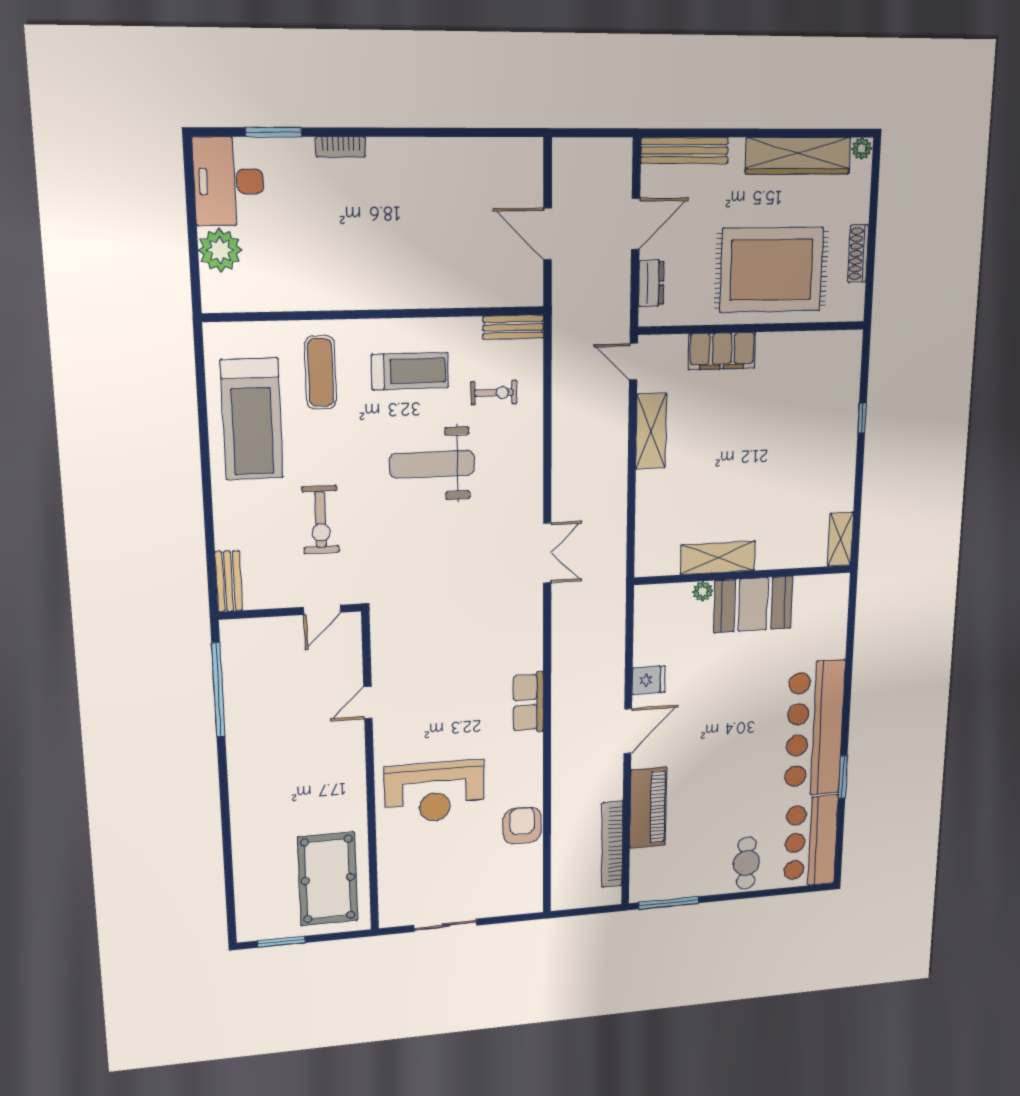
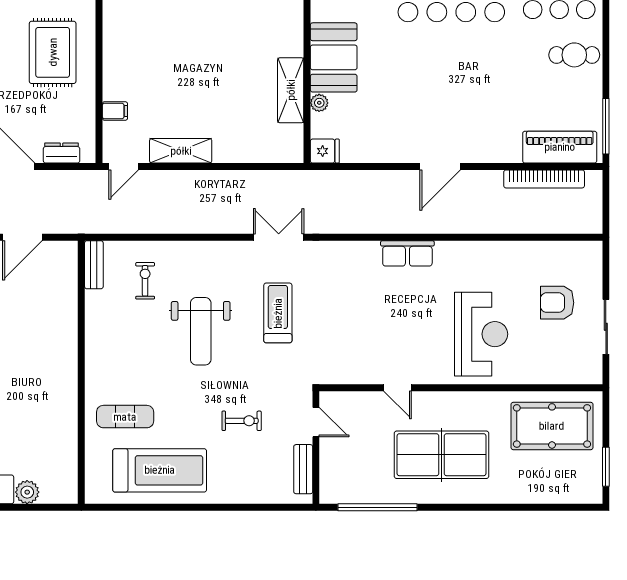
plant: (220, 250) -> (27, 492), width x0.73, depth x0.73
rug: (771, 270) -> (53, 52), width x0.73, depth x0.69
filing cabinet: (722, 351) -> (115, 111), width x0.33, depth x0.86
treadmill: (410, 371) -> (278, 313), moved
exercise bike: (321, 520) -> (242, 421), width x0.73, depth x0.72
bench: (229, 581) -> (303, 469), moved, turned 90
fridge: (649, 680) -> (325, 151), moved, turned 90
door: (628, 731) -> (440, 166), swing flipped
table tennis table: (288, 759) -> (442, 455), added
piano: (648, 808) -> (560, 147), moved
armchair: (522, 825) -> (557, 303), moved

